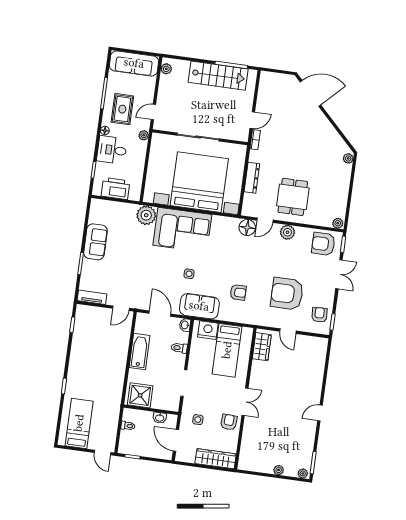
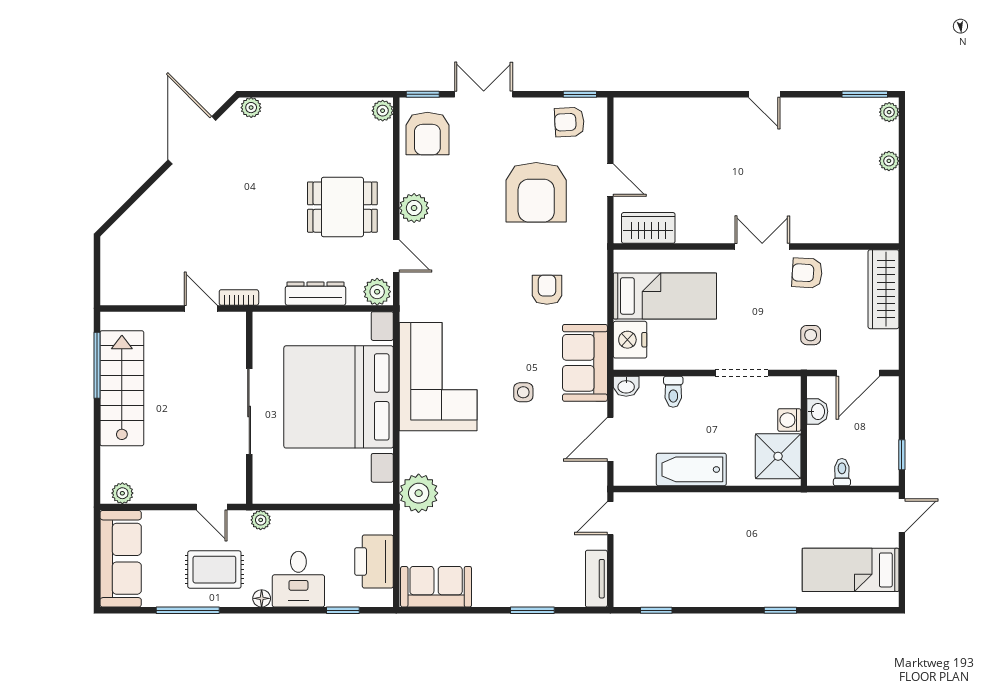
door: (310, 93) -> (192, 140), moved
plant: (249, 208) -> (377, 292), added
floor lamp: (247, 228) -> (416, 289), removed
corner sofa: (182, 230) -> (438, 377), moved
sofa: (96, 242) -> (436, 587), moved
door: (121, 308) -> (610, 518), swing flipped
door: (288, 331) -> (610, 180), hinge flipped
washing machine: (157, 403) -> (789, 420), added

